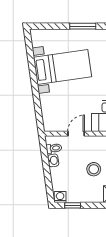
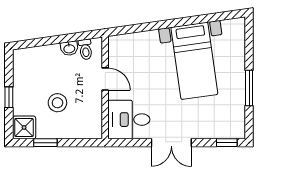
washing machine: (60, 197) -> (20, 58), removed
window: (73, 205) -> (9, 97), moved

